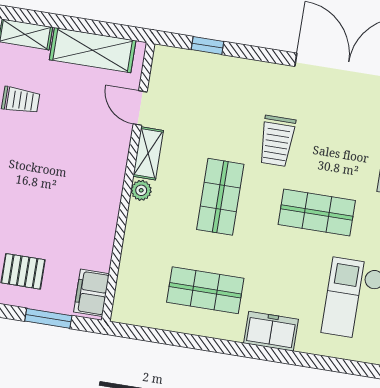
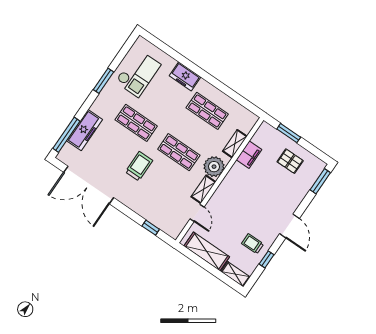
plant: (141, 190) -> (214, 167), width x1.88, depth x1.88
shop shelf: (220, 197) -> (179, 152), turned 90
shelving: (132, 257) -> (235, 144), added
filing cabinet: (92, 293) -> (249, 155), moved

